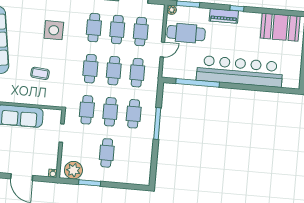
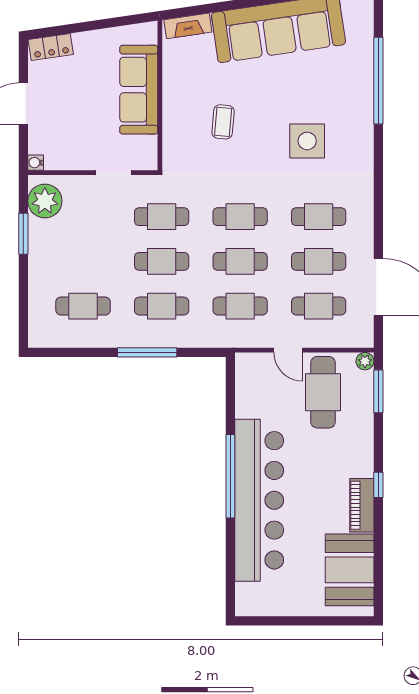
piano: (224, 16) -> (362, 505), moved
window: (198, 83) -> (230, 476), moved
cafe table: (107, 153) -> (83, 306), moved

